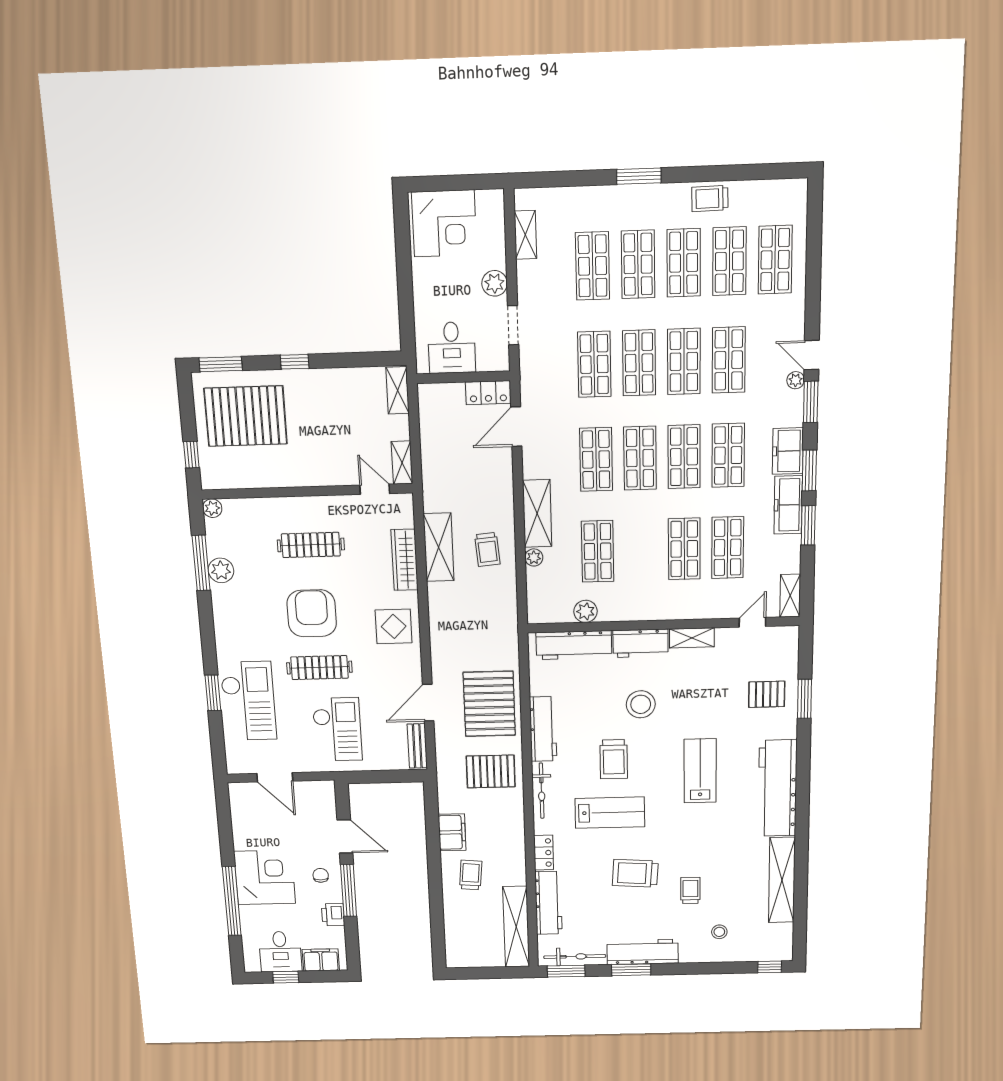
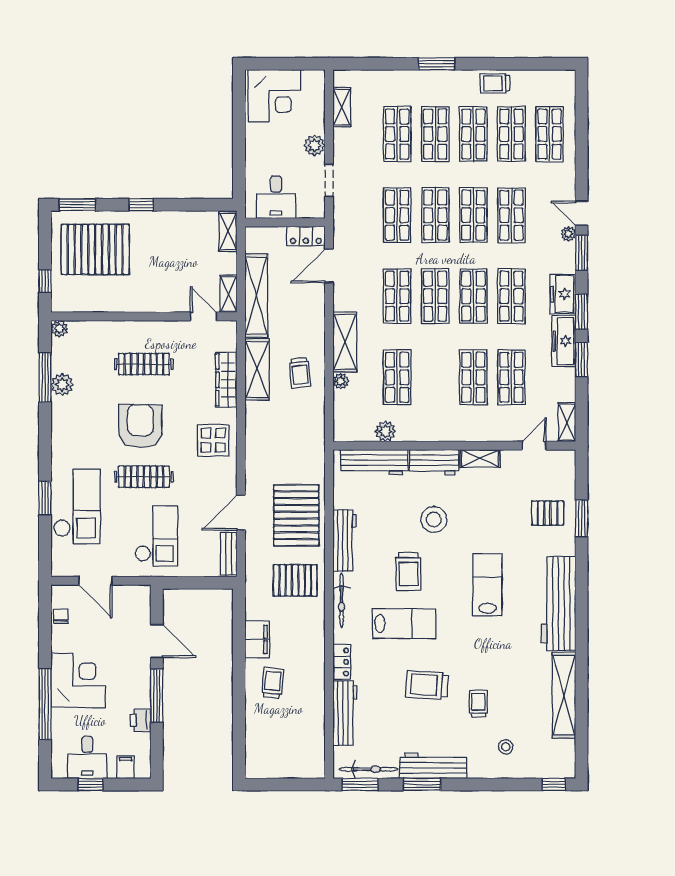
chair: (321, 875) -> (61, 616), moved
shelving: (516, 927) -> (256, 296), moved
filing cabinet: (321, 960) -> (126, 767), width x0.50

